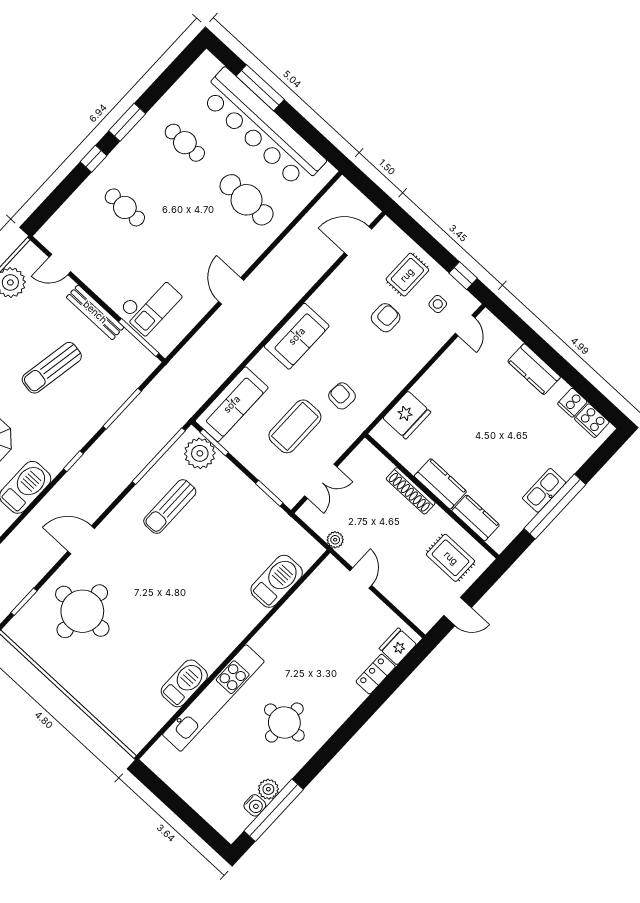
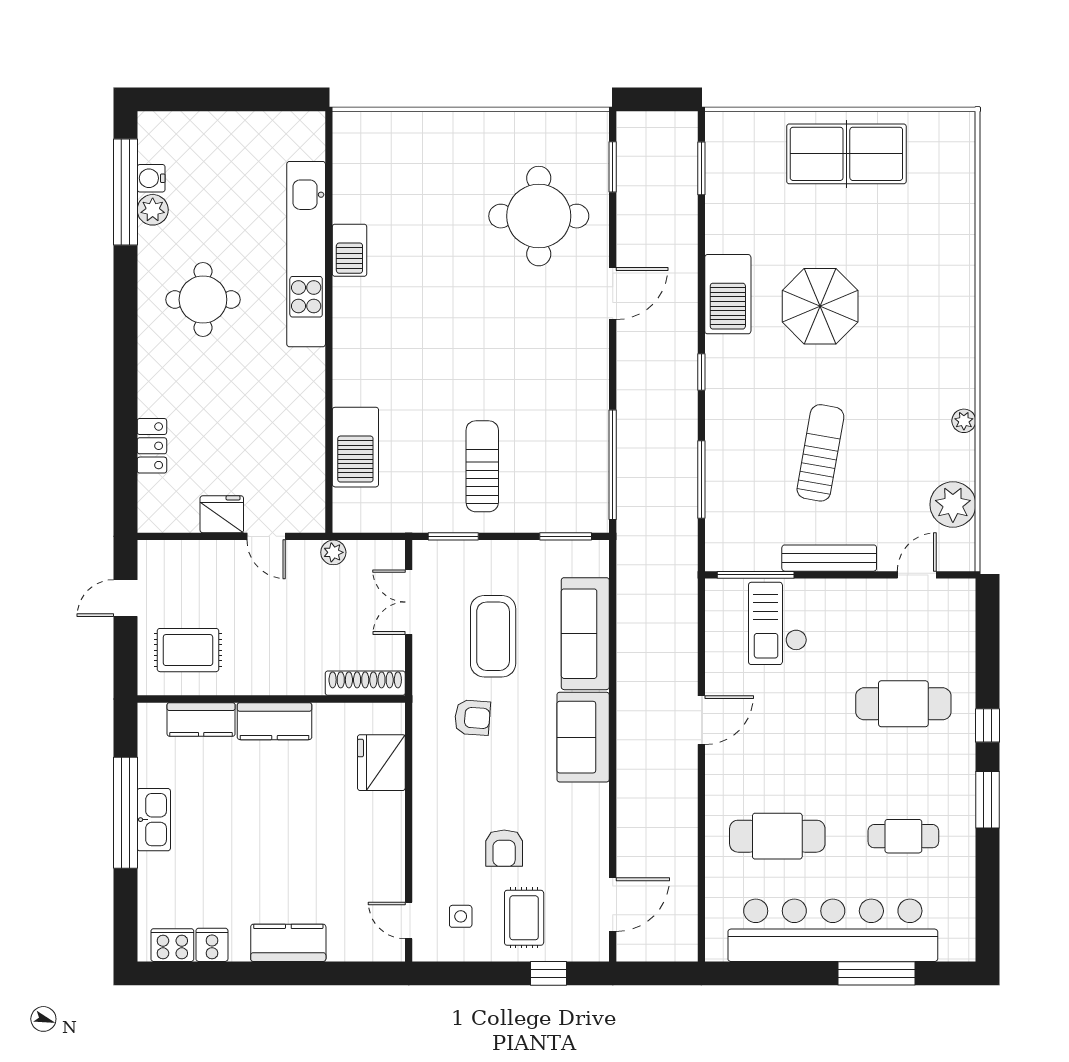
cafe table: (125, 207) -> (903, 704), width x1.37, depth x1.35
window: (463, 276) -> (549, 973), moved
door: (231, 291) -> (701, 720), hinge flipped
sofa: (232, 404) -> (585, 634), moved
plant: (200, 453) -> (570, 510), removed
shoe rack: (411, 491) -> (365, 683), moved
sun lounger: (170, 507) -> (482, 466), moved
fridge: (398, 646) -> (222, 514), moved, turned -90
barbecue: (184, 683) -> (349, 250), width x0.73, depth x0.83

